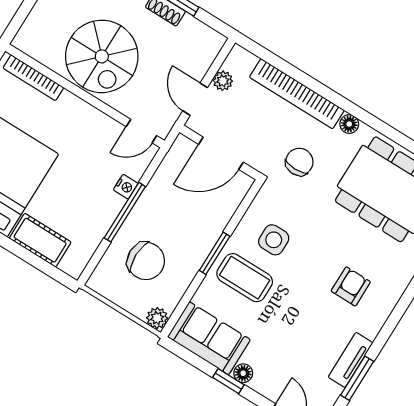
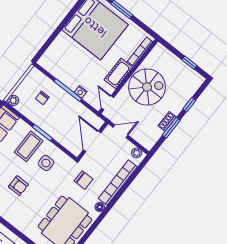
spiral stairs: (102, 56) -> (147, 87), turned 180
plant: (223, 81) -> (137, 153), moved
cot: (40, 240) -> (118, 74), moved
chair: (146, 261) -> (42, 98), width x0.54, depth x0.54
armchair: (351, 286) -> (18, 186), moved

